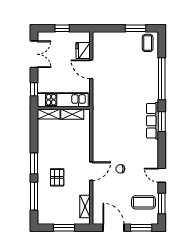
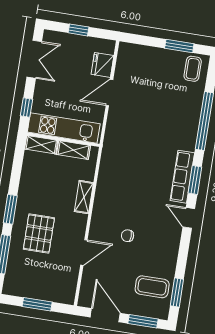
door: (91, 69) -> (109, 93), hinge flipped
door: (91, 171) -> (84, 252), moved
door: (162, 175) -> (189, 218), moved
pallet: (57, 177) -> (39, 233), width x1.50, depth x1.42
shelving: (85, 207) -> (84, 197), moved

